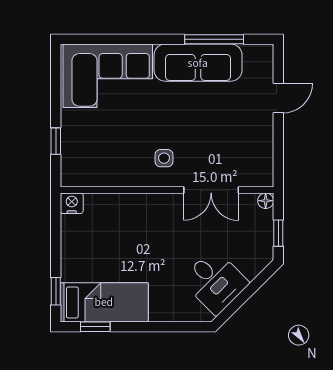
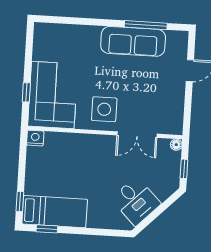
corner sofa: (108, 76) -> (53, 95), moved, turned -90
side table: (164, 158) -> (104, 109), width x1.87, depth x1.87

